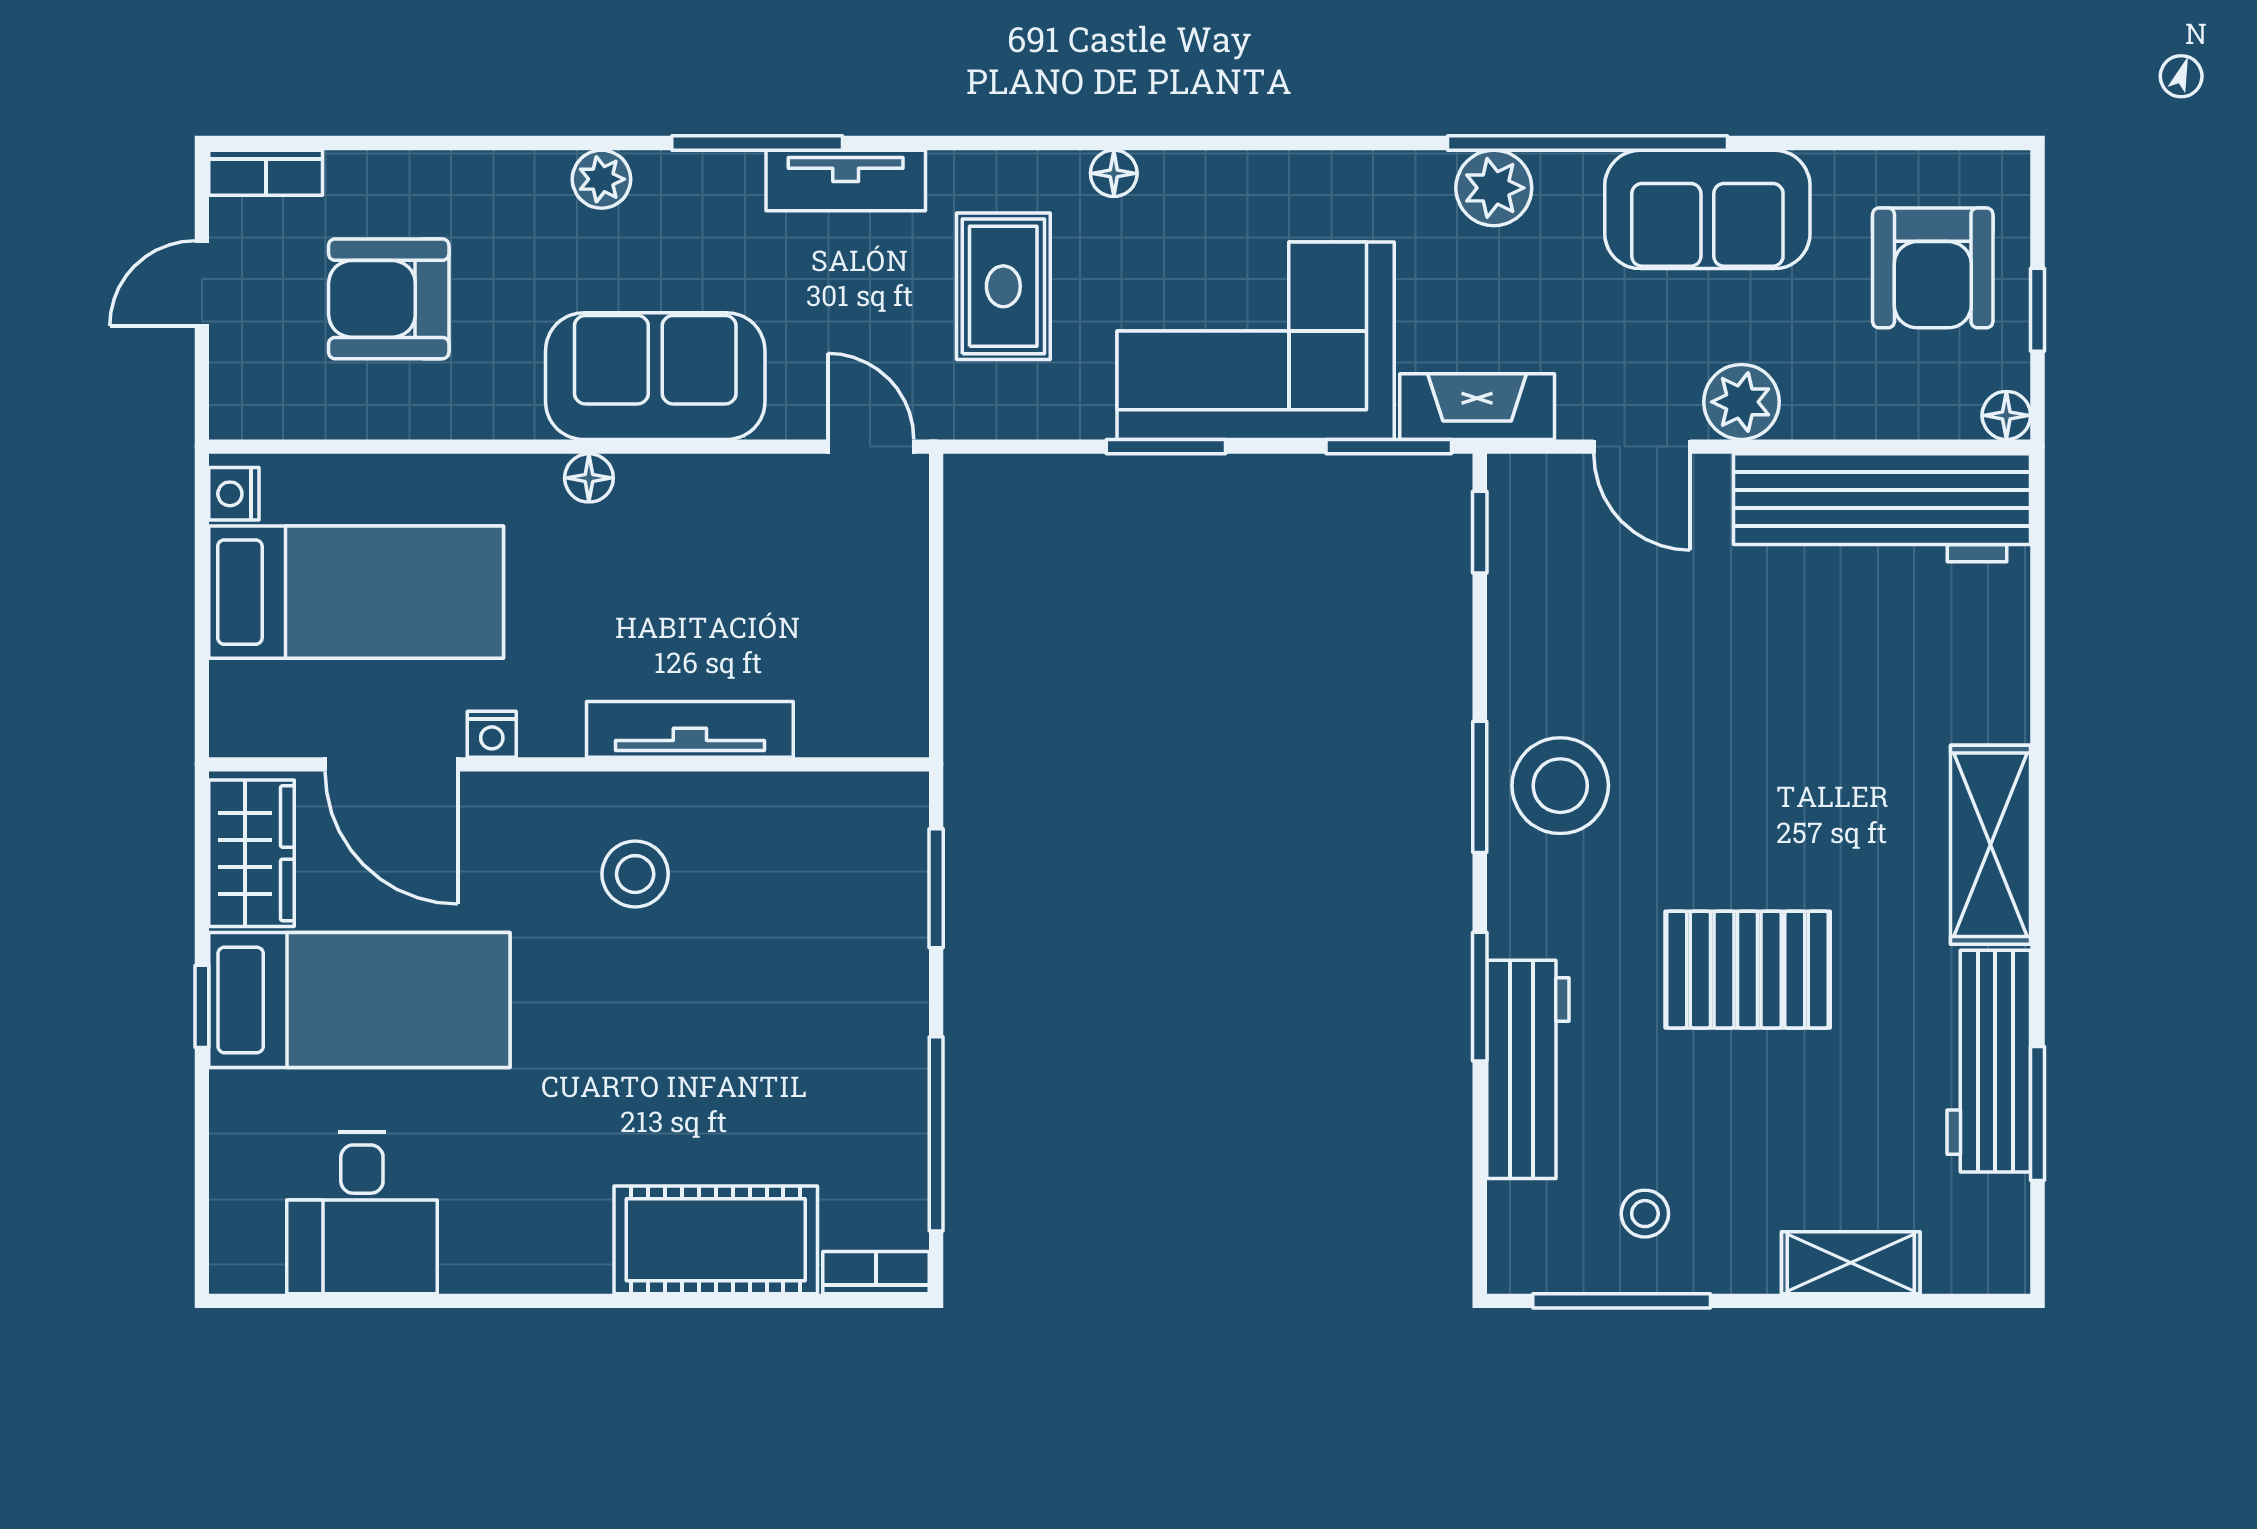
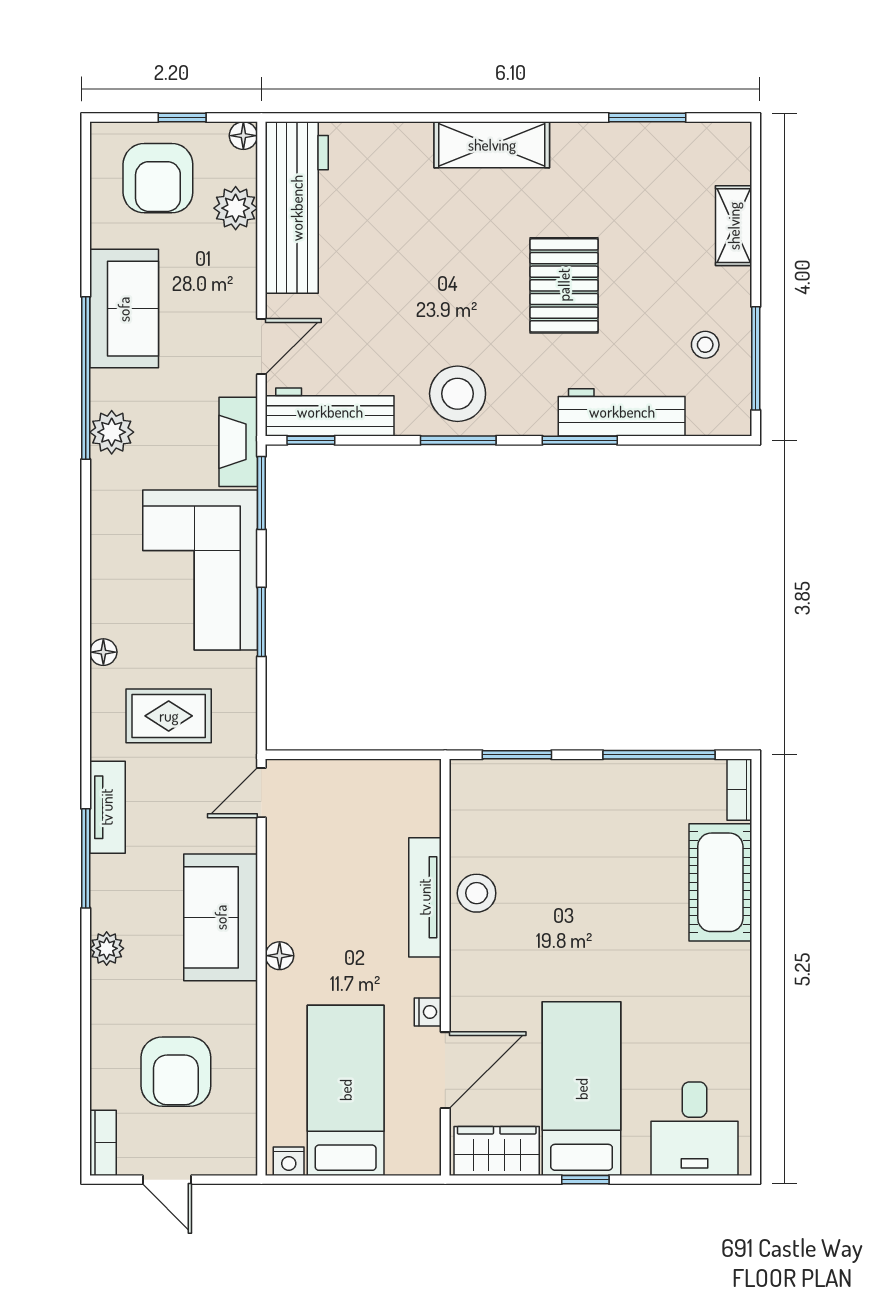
armchair: (1933, 268) -> (158, 178), turned 90
plant: (1741, 402) -> (236, 208), moved
stool: (635, 874) -> (477, 893), moved
workbench: (1989, 1061) -> (330, 412), moved, turned 180
desk: (362, 1213) -> (694, 1129), moved, turned 90

